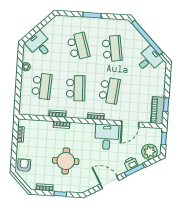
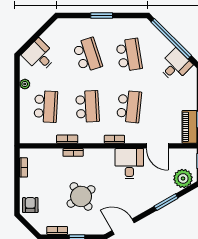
door: (130, 124) -> (157, 146), hinge flipped
round table: (66, 161) -> (81, 196), turned -35
printer: (131, 164) -> (161, 194), removed
door: (110, 182) -> (123, 227), moved

